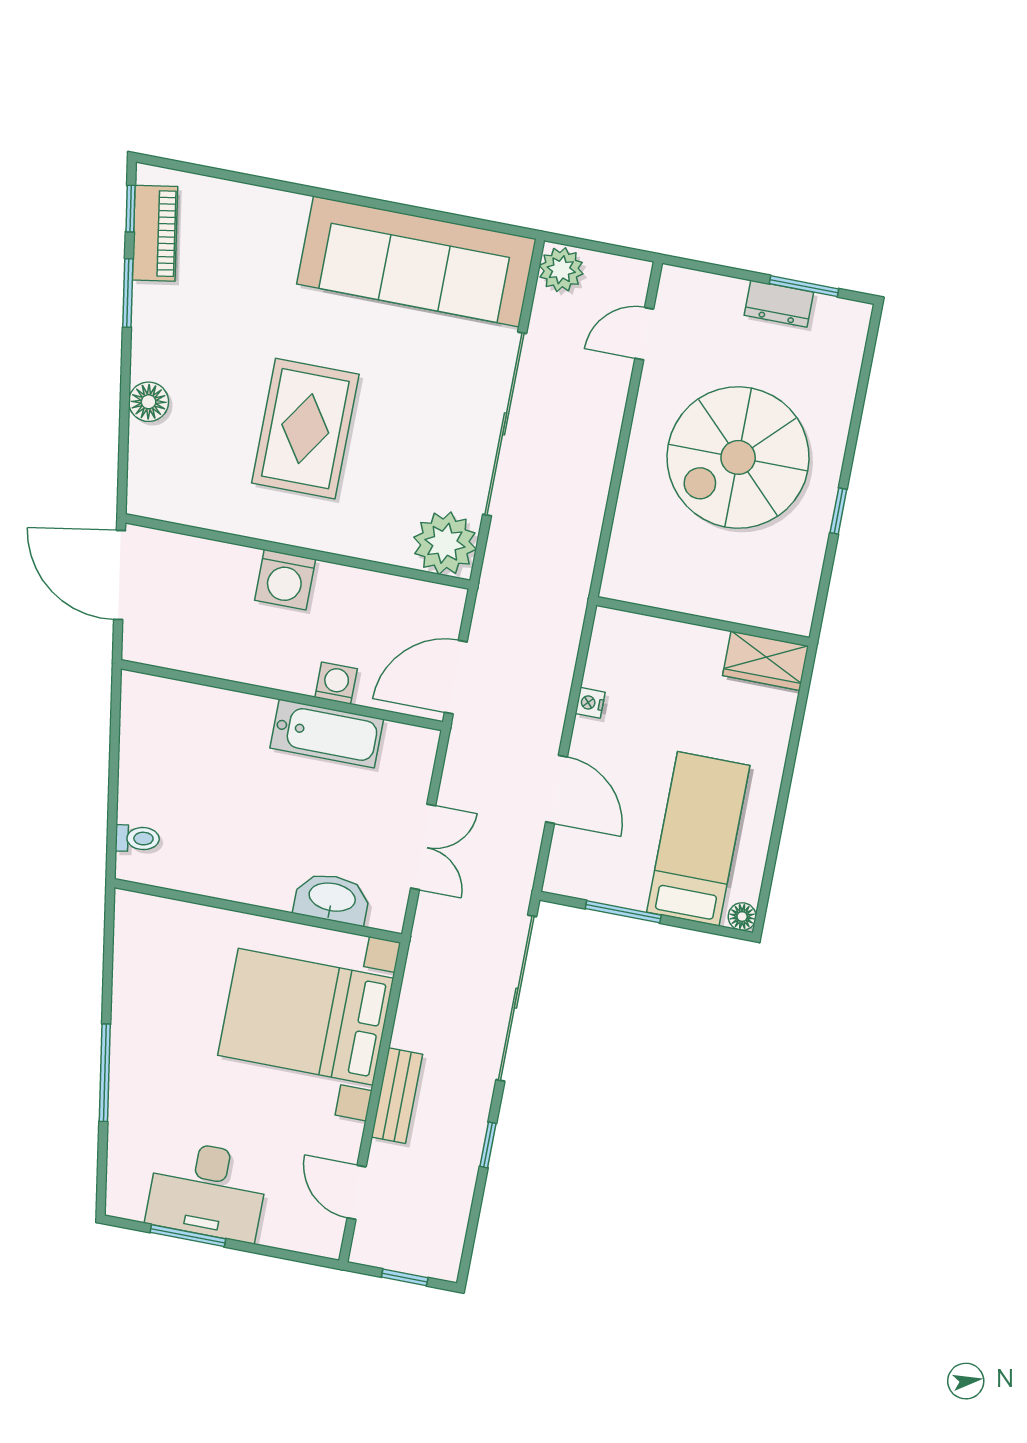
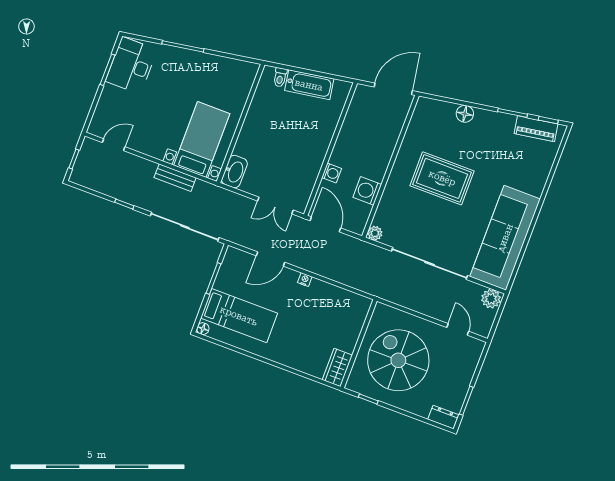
dresser: (779, 304) -> (443, 417), moved, turned 90
plant: (445, 543) -> (375, 233), width x0.53, depth x0.53
washing machine: (285, 580) -> (367, 191), moved
wall: (703, 621) -> (359, 344), moved
wardrobe: (765, 661) -> (337, 367), moved
bathtub: (327, 733) -> (309, 85), moved, turned -99
double door: (423, 847) -> (275, 206), moved
washbasin: (332, 898) -> (234, 172), moved
bed with nightstands: (306, 1017) -> (202, 140), width x0.73
bench: (397, 1096) -> (175, 178), moved
desk: (207, 1190) -> (131, 65), moved

